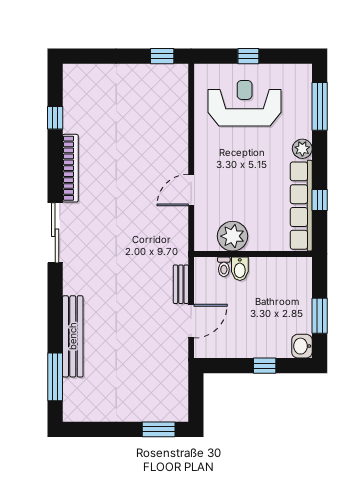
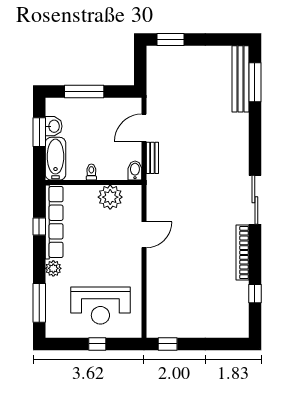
toilet: (224, 267) -> (91, 172), moved
bidet: (240, 269) -> (135, 171), moved
bathtub: (300, 283) -> (55, 159), added
bench: (73, 336) -> (241, 79), moved
washbasin: (302, 346) -> (54, 126), moved
window: (265, 366) -> (84, 92), width x2.17

